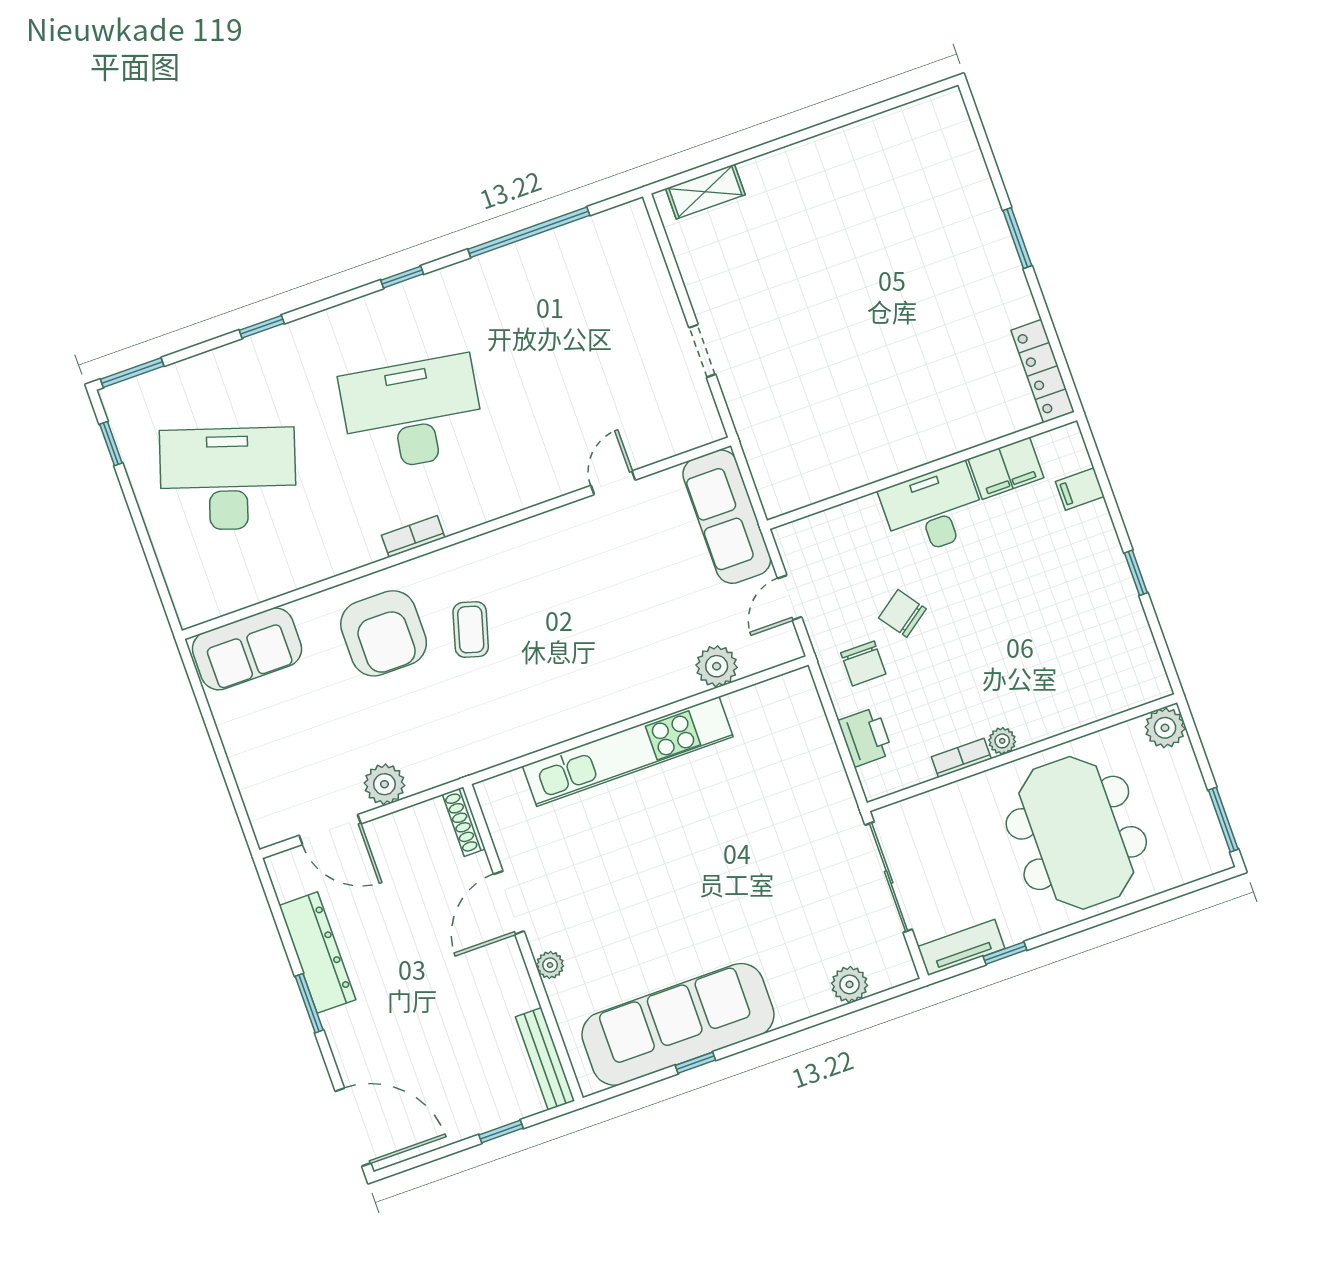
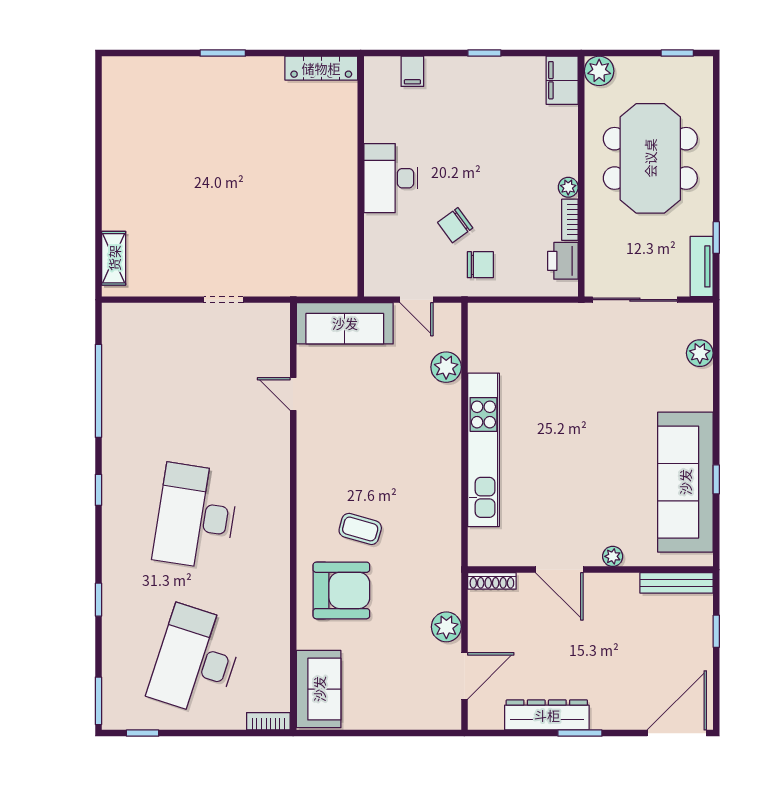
filing cabinet: (1006, 468) -> (562, 80), moved, turned 180
bookcase: (413, 536) -> (268, 721), moved, turned 90
printer: (865, 737) -> (563, 261), moved, turned -90
window: (1223, 820) -> (677, 53), width x0.67
meeting table: (1076, 833) -> (650, 158), turned 90

